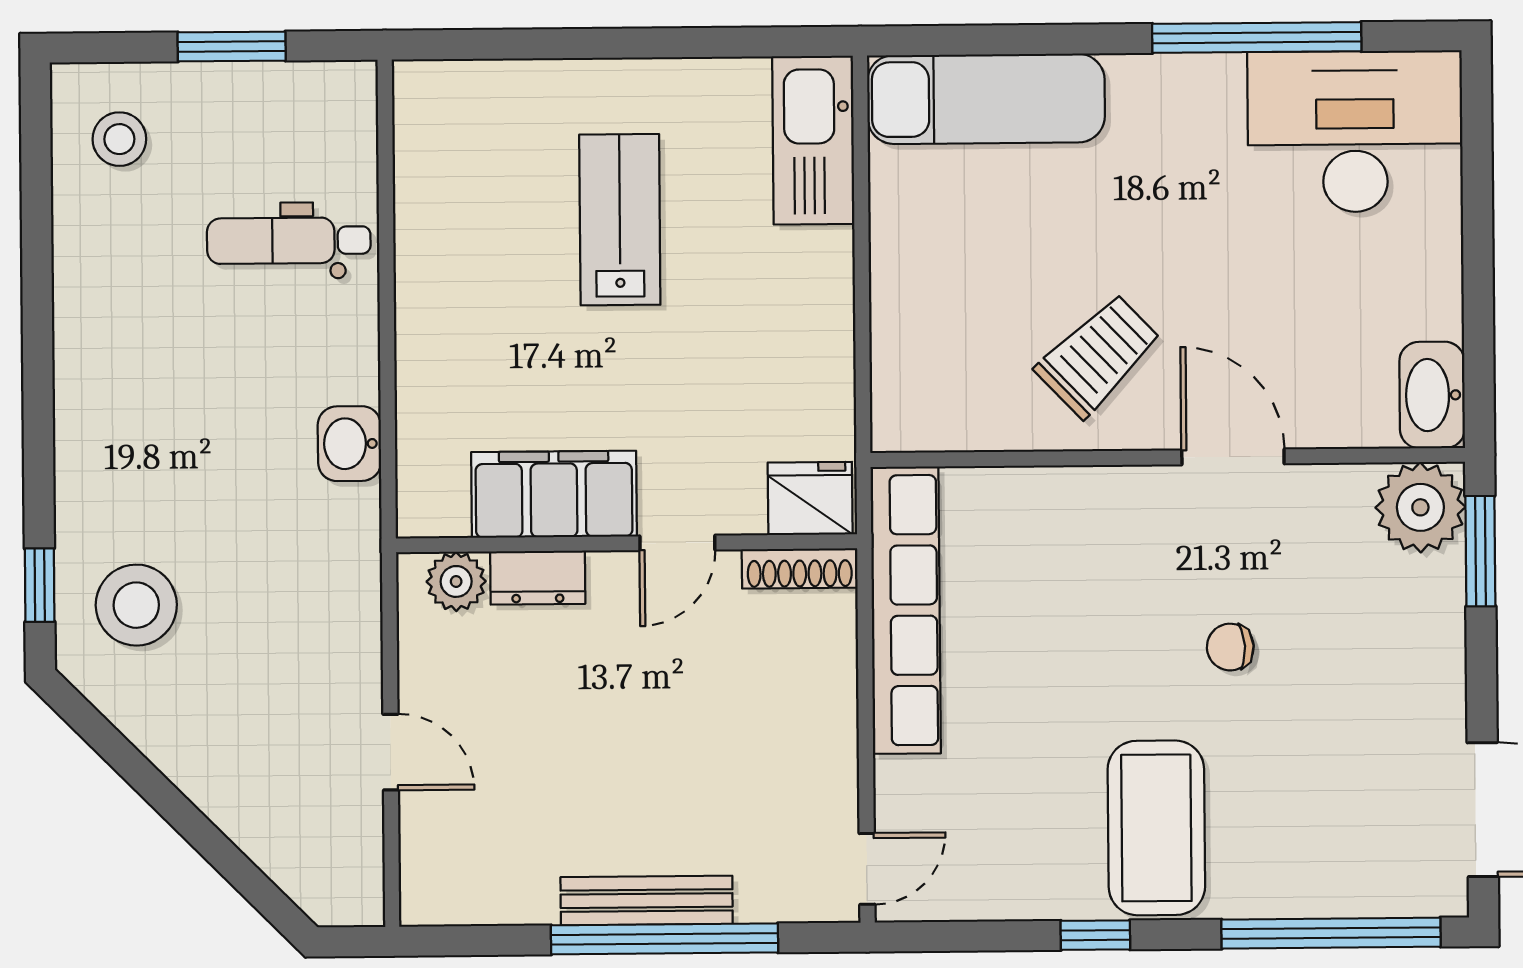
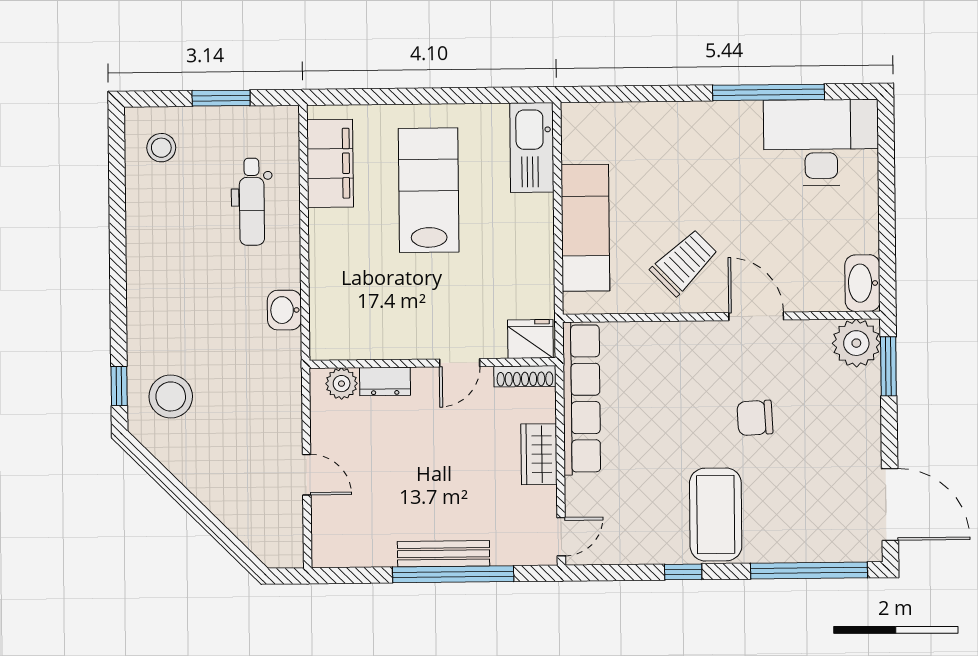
exam couch: (986, 99) -> (585, 228), moved, turned -90
lab bench: (620, 220) -> (429, 190), width x1.36, depth x1.39
dental chair: (289, 241) -> (252, 202), turned -90
filing cabinet: (554, 494) -> (330, 163), moved, turned 90
chair: (1230, 647) -> (755, 418), width x1.37, depth x1.37
wardrobe: (826, 714) -> (539, 454), added

